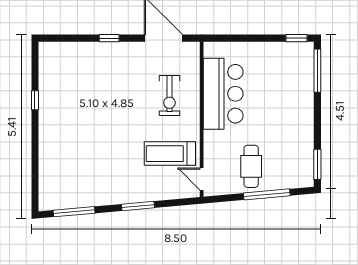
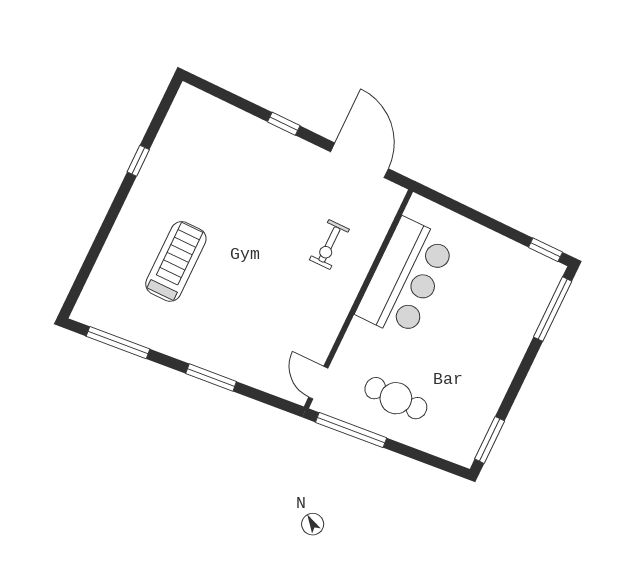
exercise bike: (169, 96) -> (329, 245), width x0.73, depth x0.72
treadmill: (170, 154) -> (176, 261), moved, turned 90
cafe table: (251, 166) -> (396, 398), turned 90
window: (267, 194) -> (351, 430), moved

